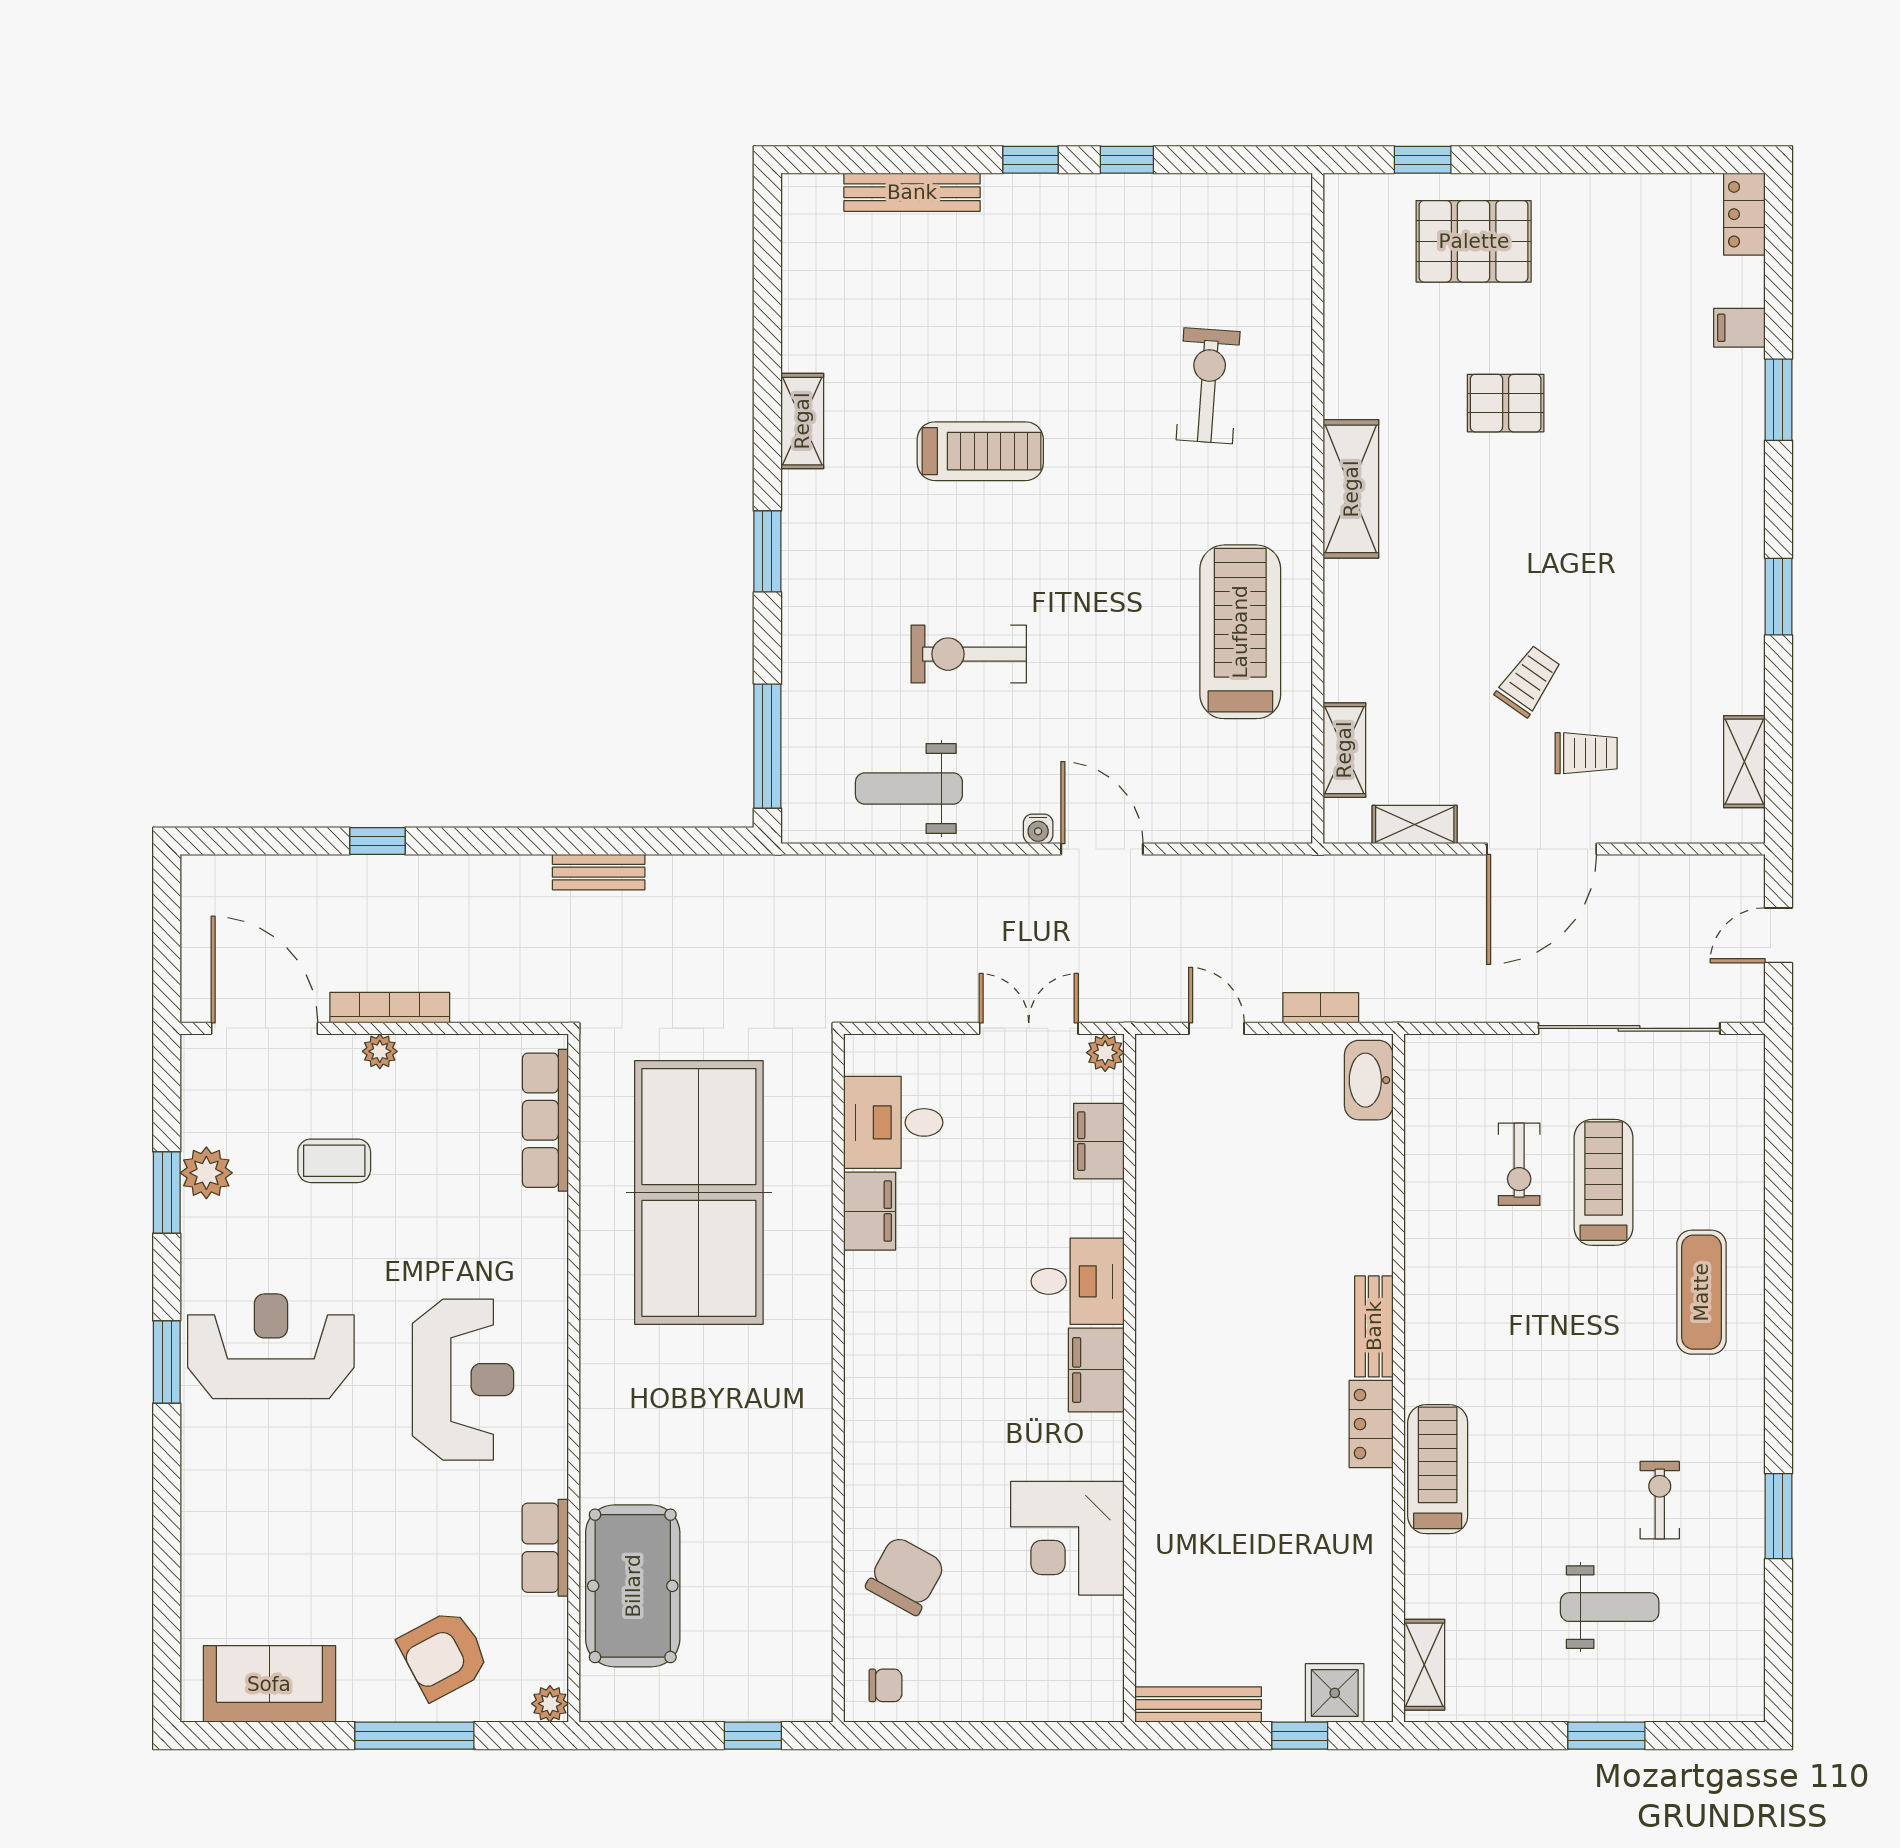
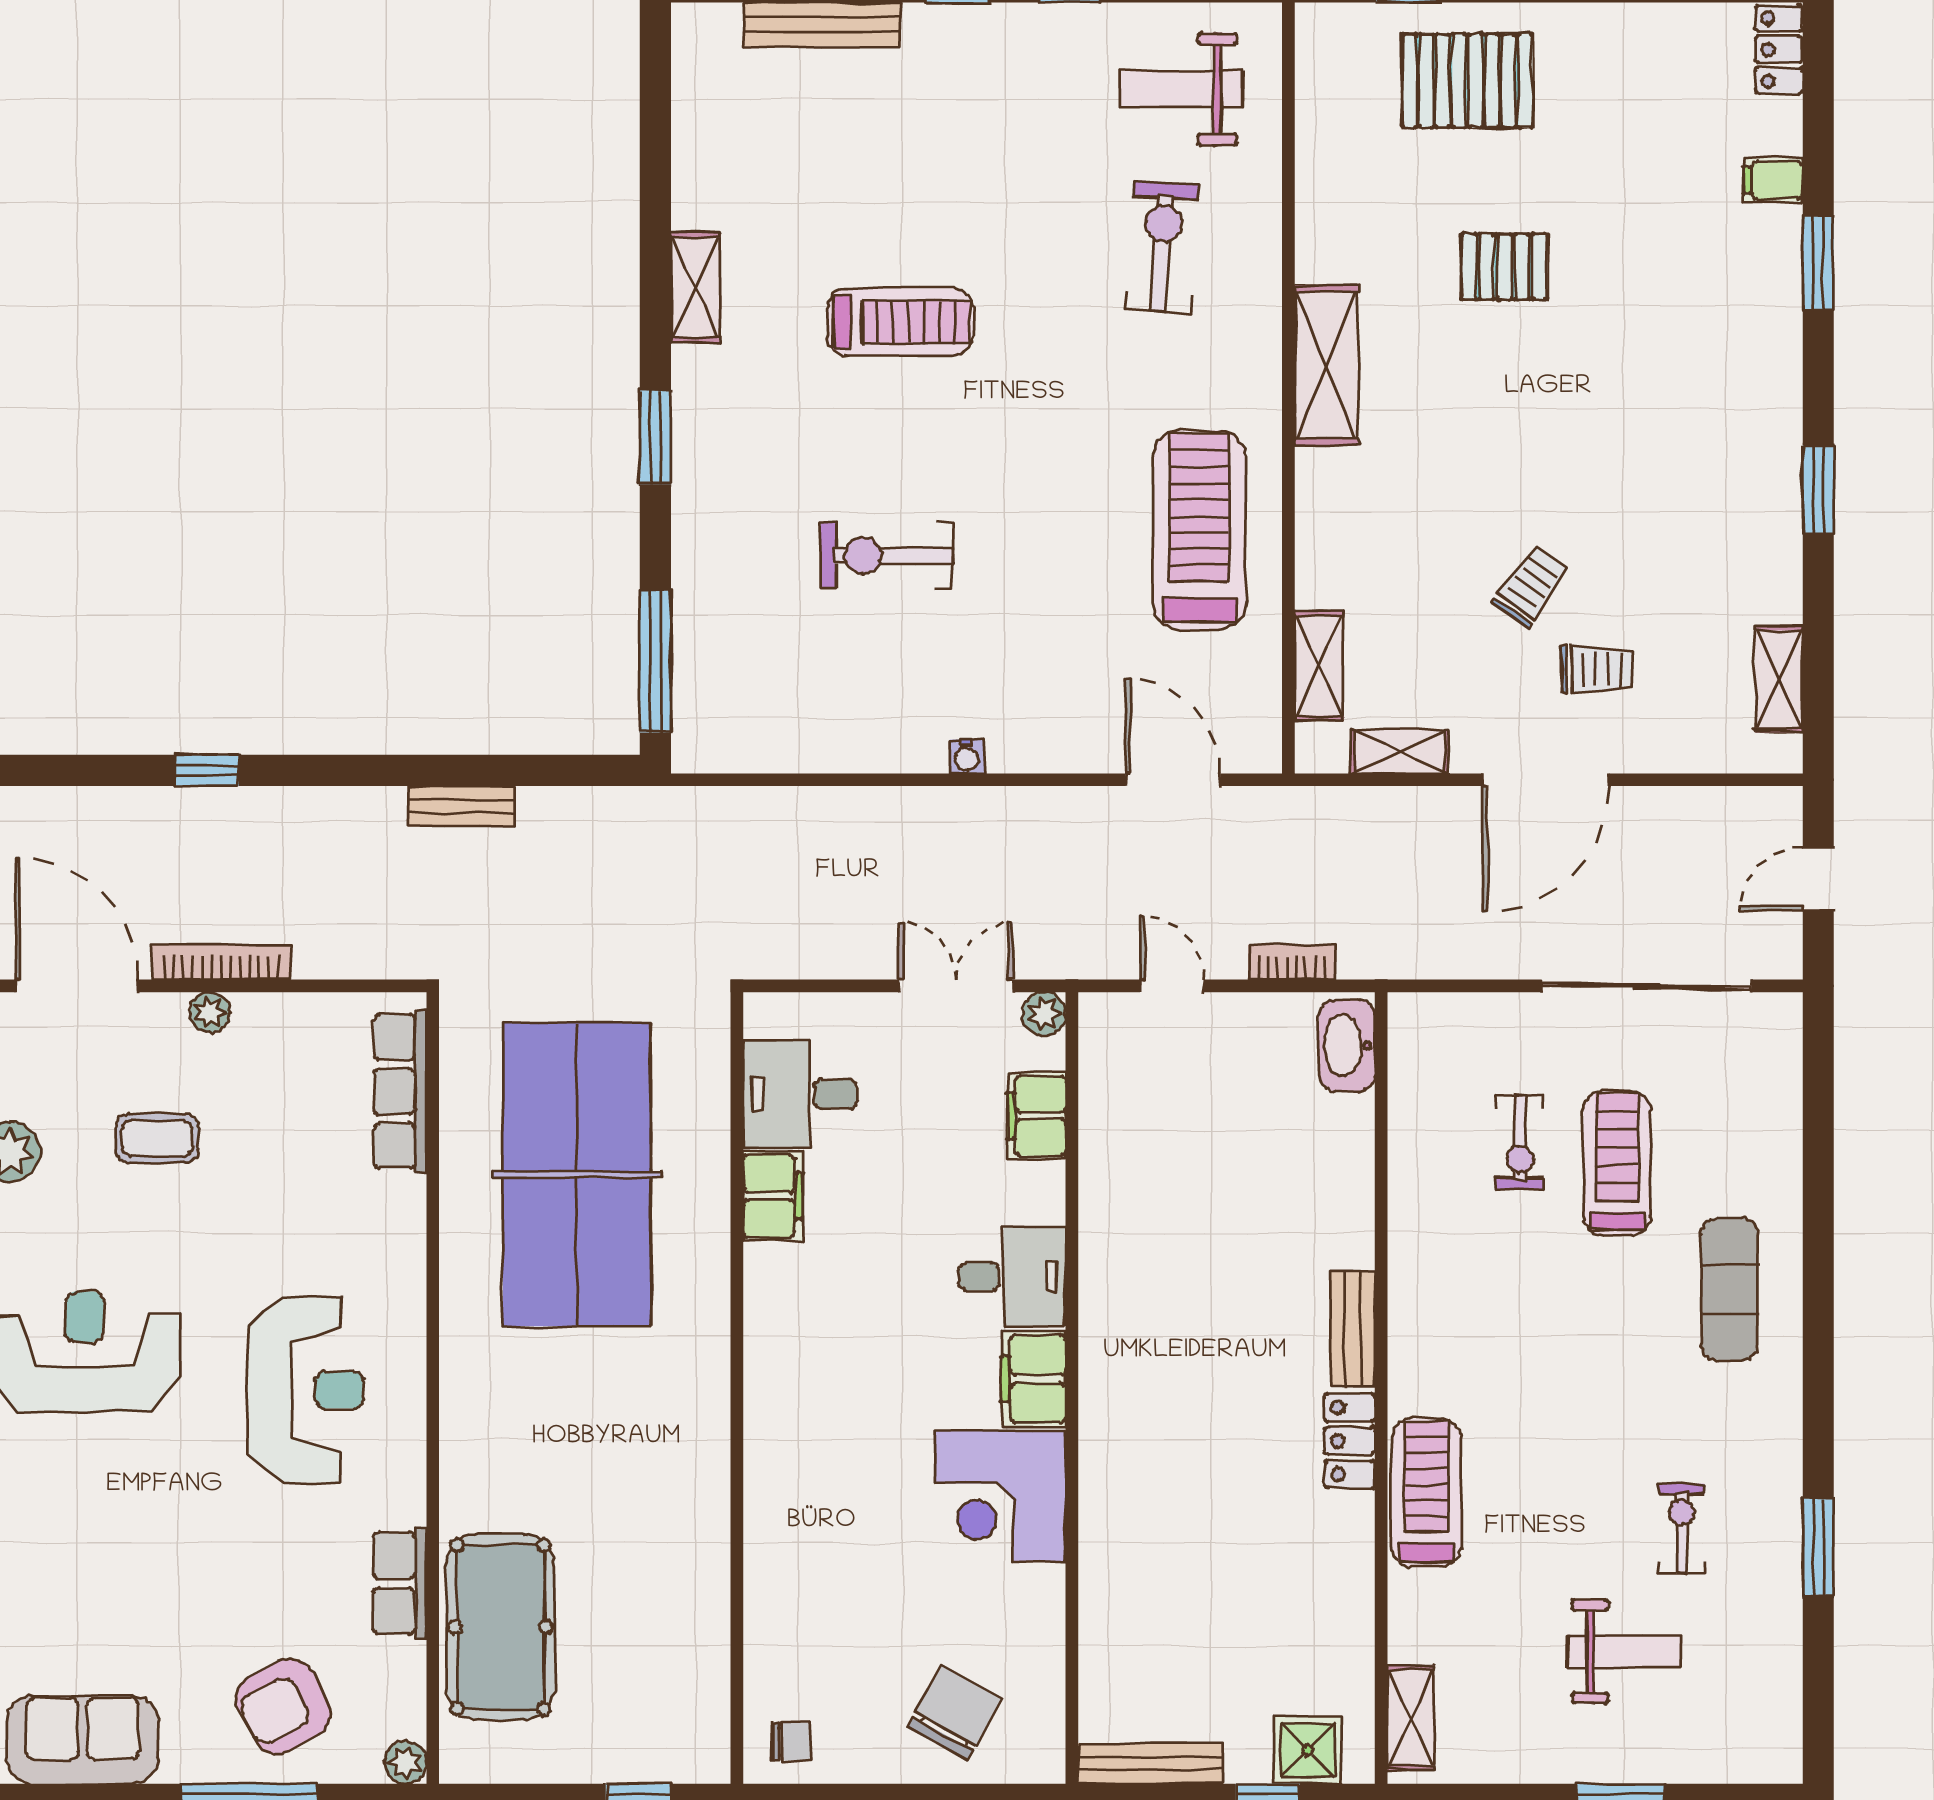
weight bench: (909, 788) -> (1181, 89), moved
door: (1102, 849) -> (1173, 780), moved
corner desk: (1067, 1538) -> (1000, 1496), moved
chair: (905, 1576) -> (955, 1713), moved

